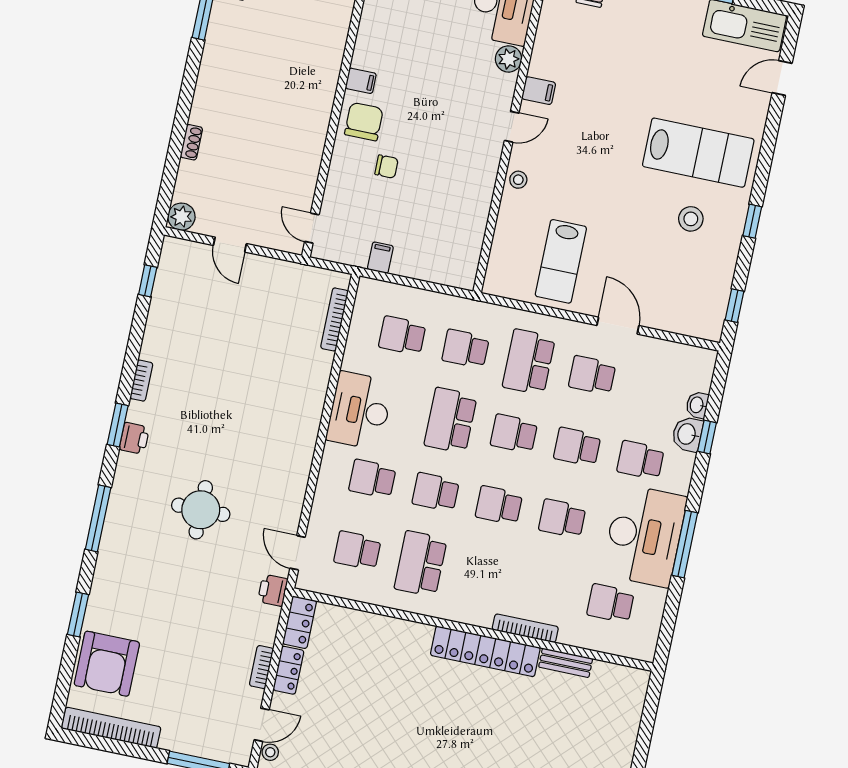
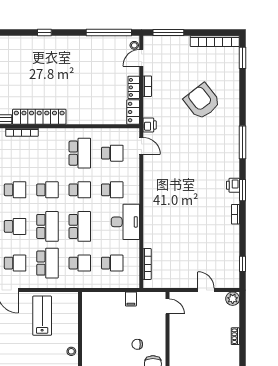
school desk: (514, 434) -> (47, 226), width x1.85
round table: (201, 510) -> (193, 157), removed
window: (78, 614) -> (243, 58), moved
armchair: (107, 664) -> (202, 101), moved, turned -38

